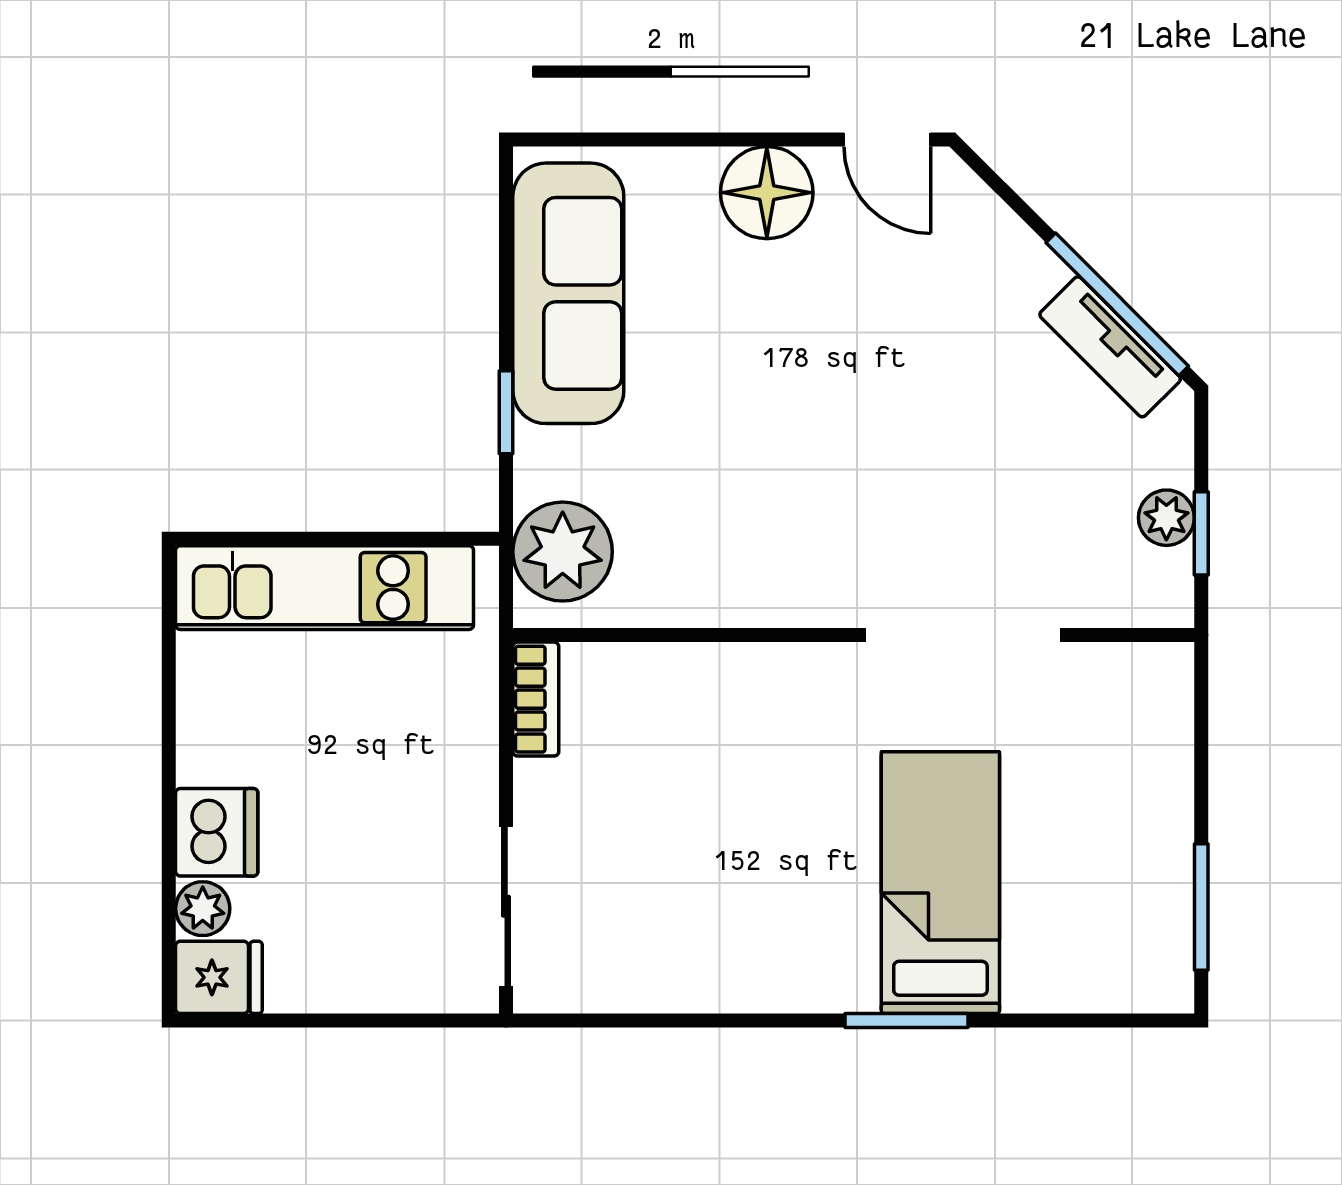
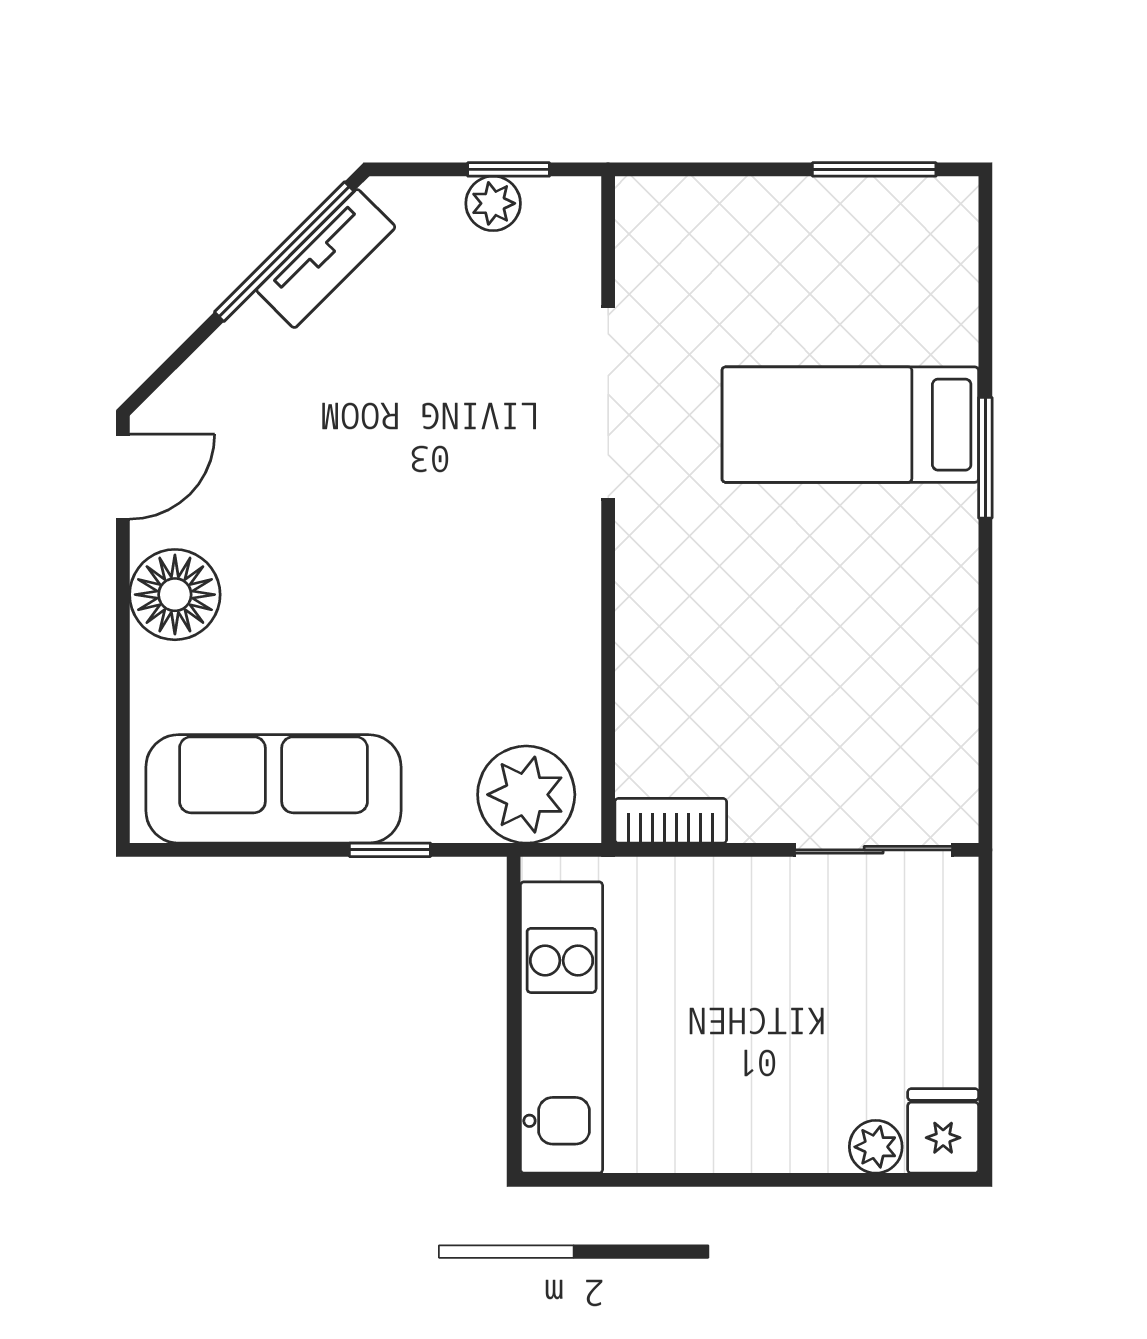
dishwasher: (217, 832) -> (801, 1133), removed

